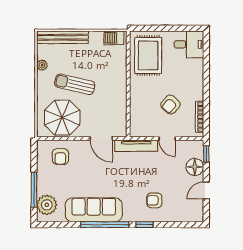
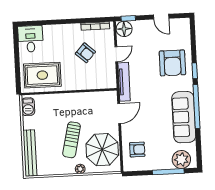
plant: (42, 65) -> (80, 169), moved
floor lamp: (195, 167) -> (124, 29), moved
armchair: (154, 200) -> (172, 63), width x1.88, depth x1.88

